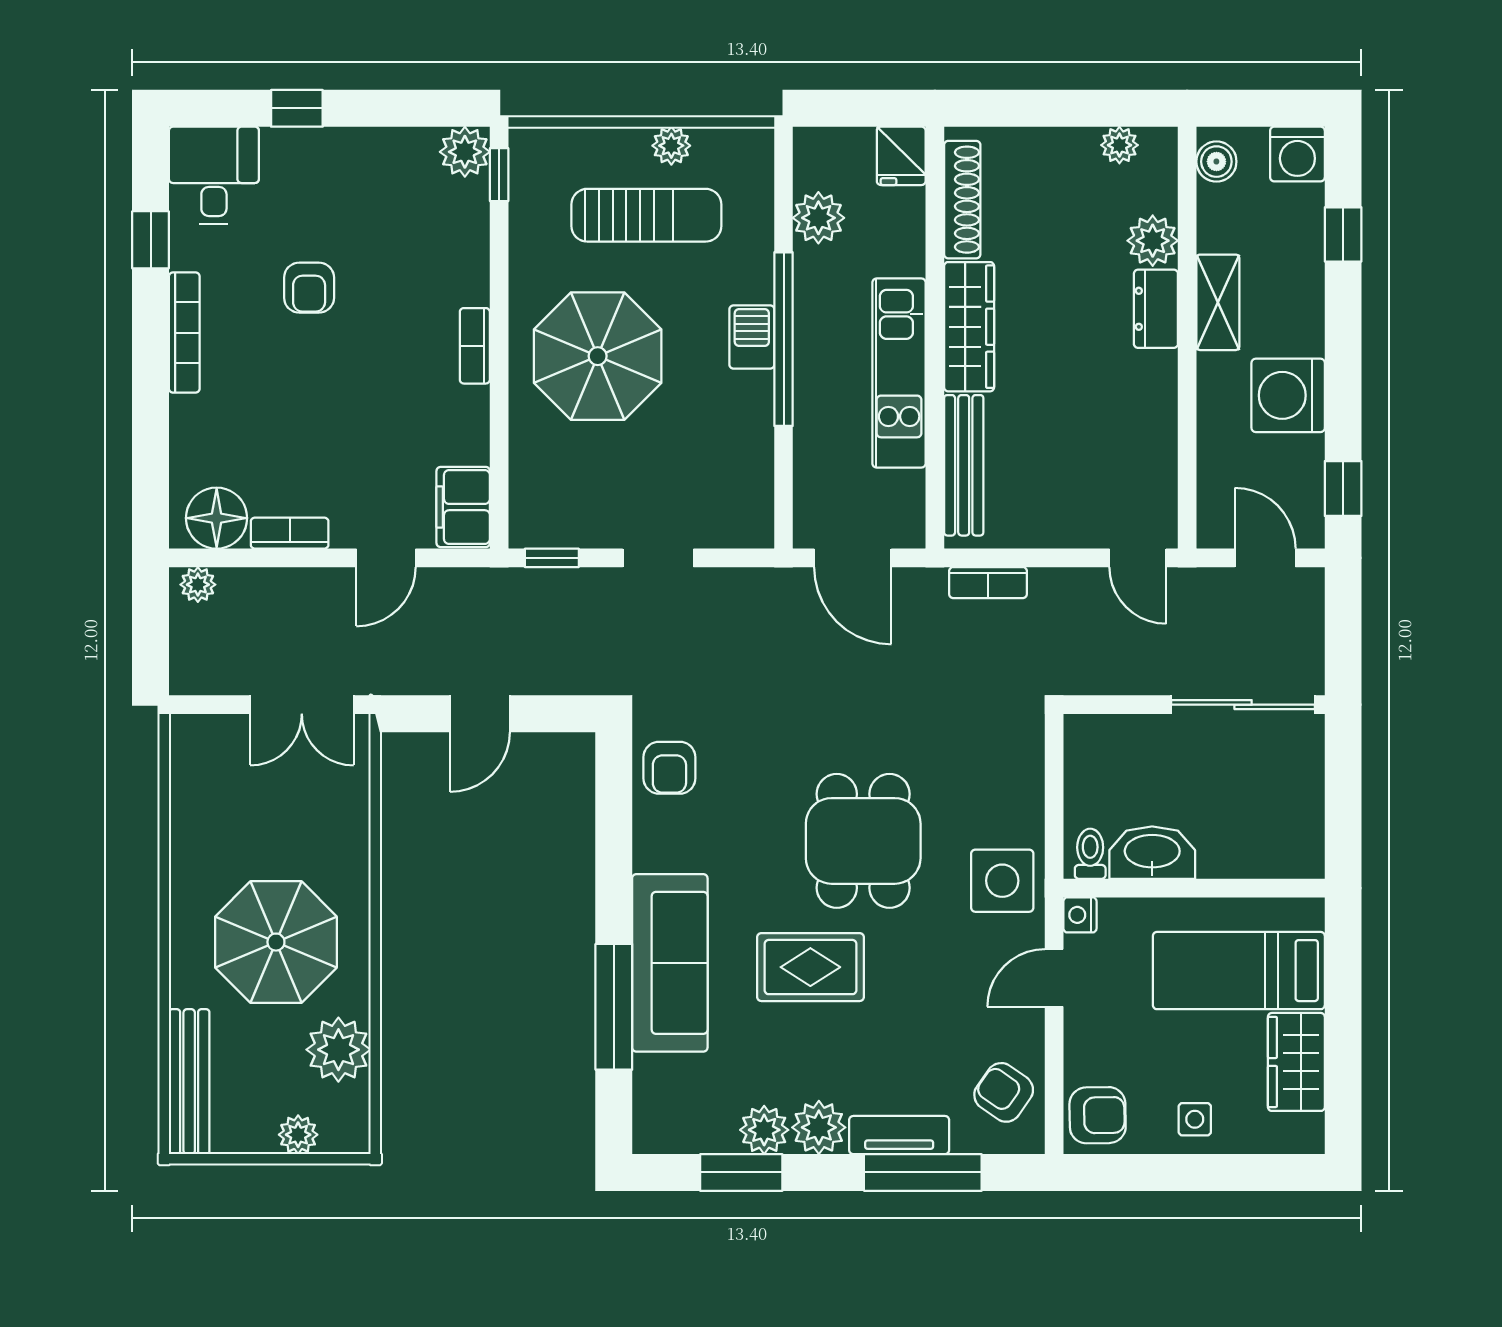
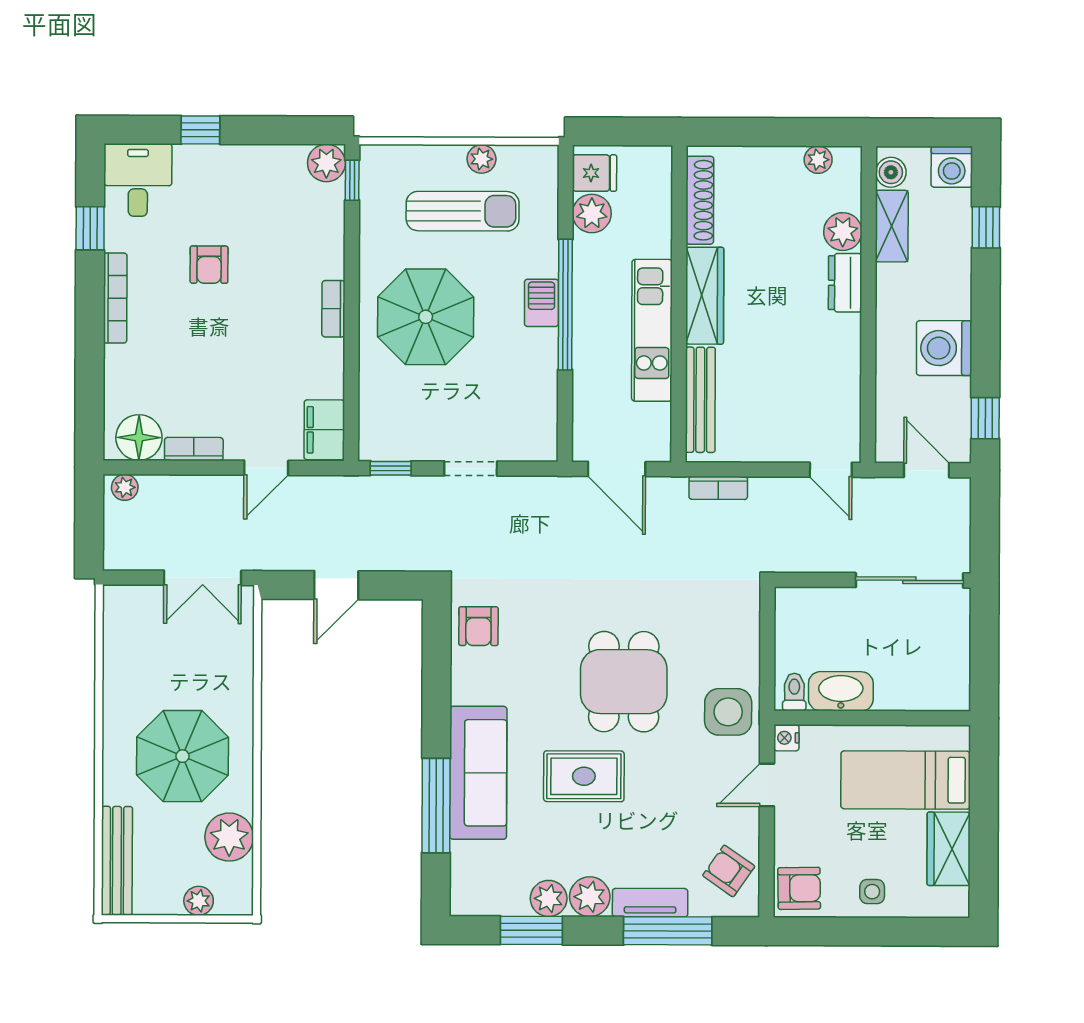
fridge: (901, 156) -> (595, 173), moved, turned -90
shelving: (1218, 302) -> (892, 226), moved

